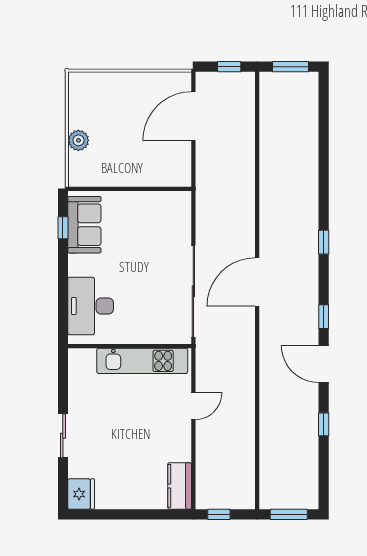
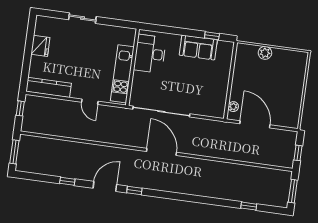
door: (193, 116) -> (255, 124), moved
plant: (170, 179) -> (233, 107), added
sofa: (84, 225) -> (198, 47), moved
window: (324, 242) -> (249, 206), moved
desk: (91, 306) -> (150, 54), moved, turned -90
kitchen counter: (180, 486) -> (49, 87), width x1.50
fridge: (81, 494) -> (40, 46), moved, turned -90

